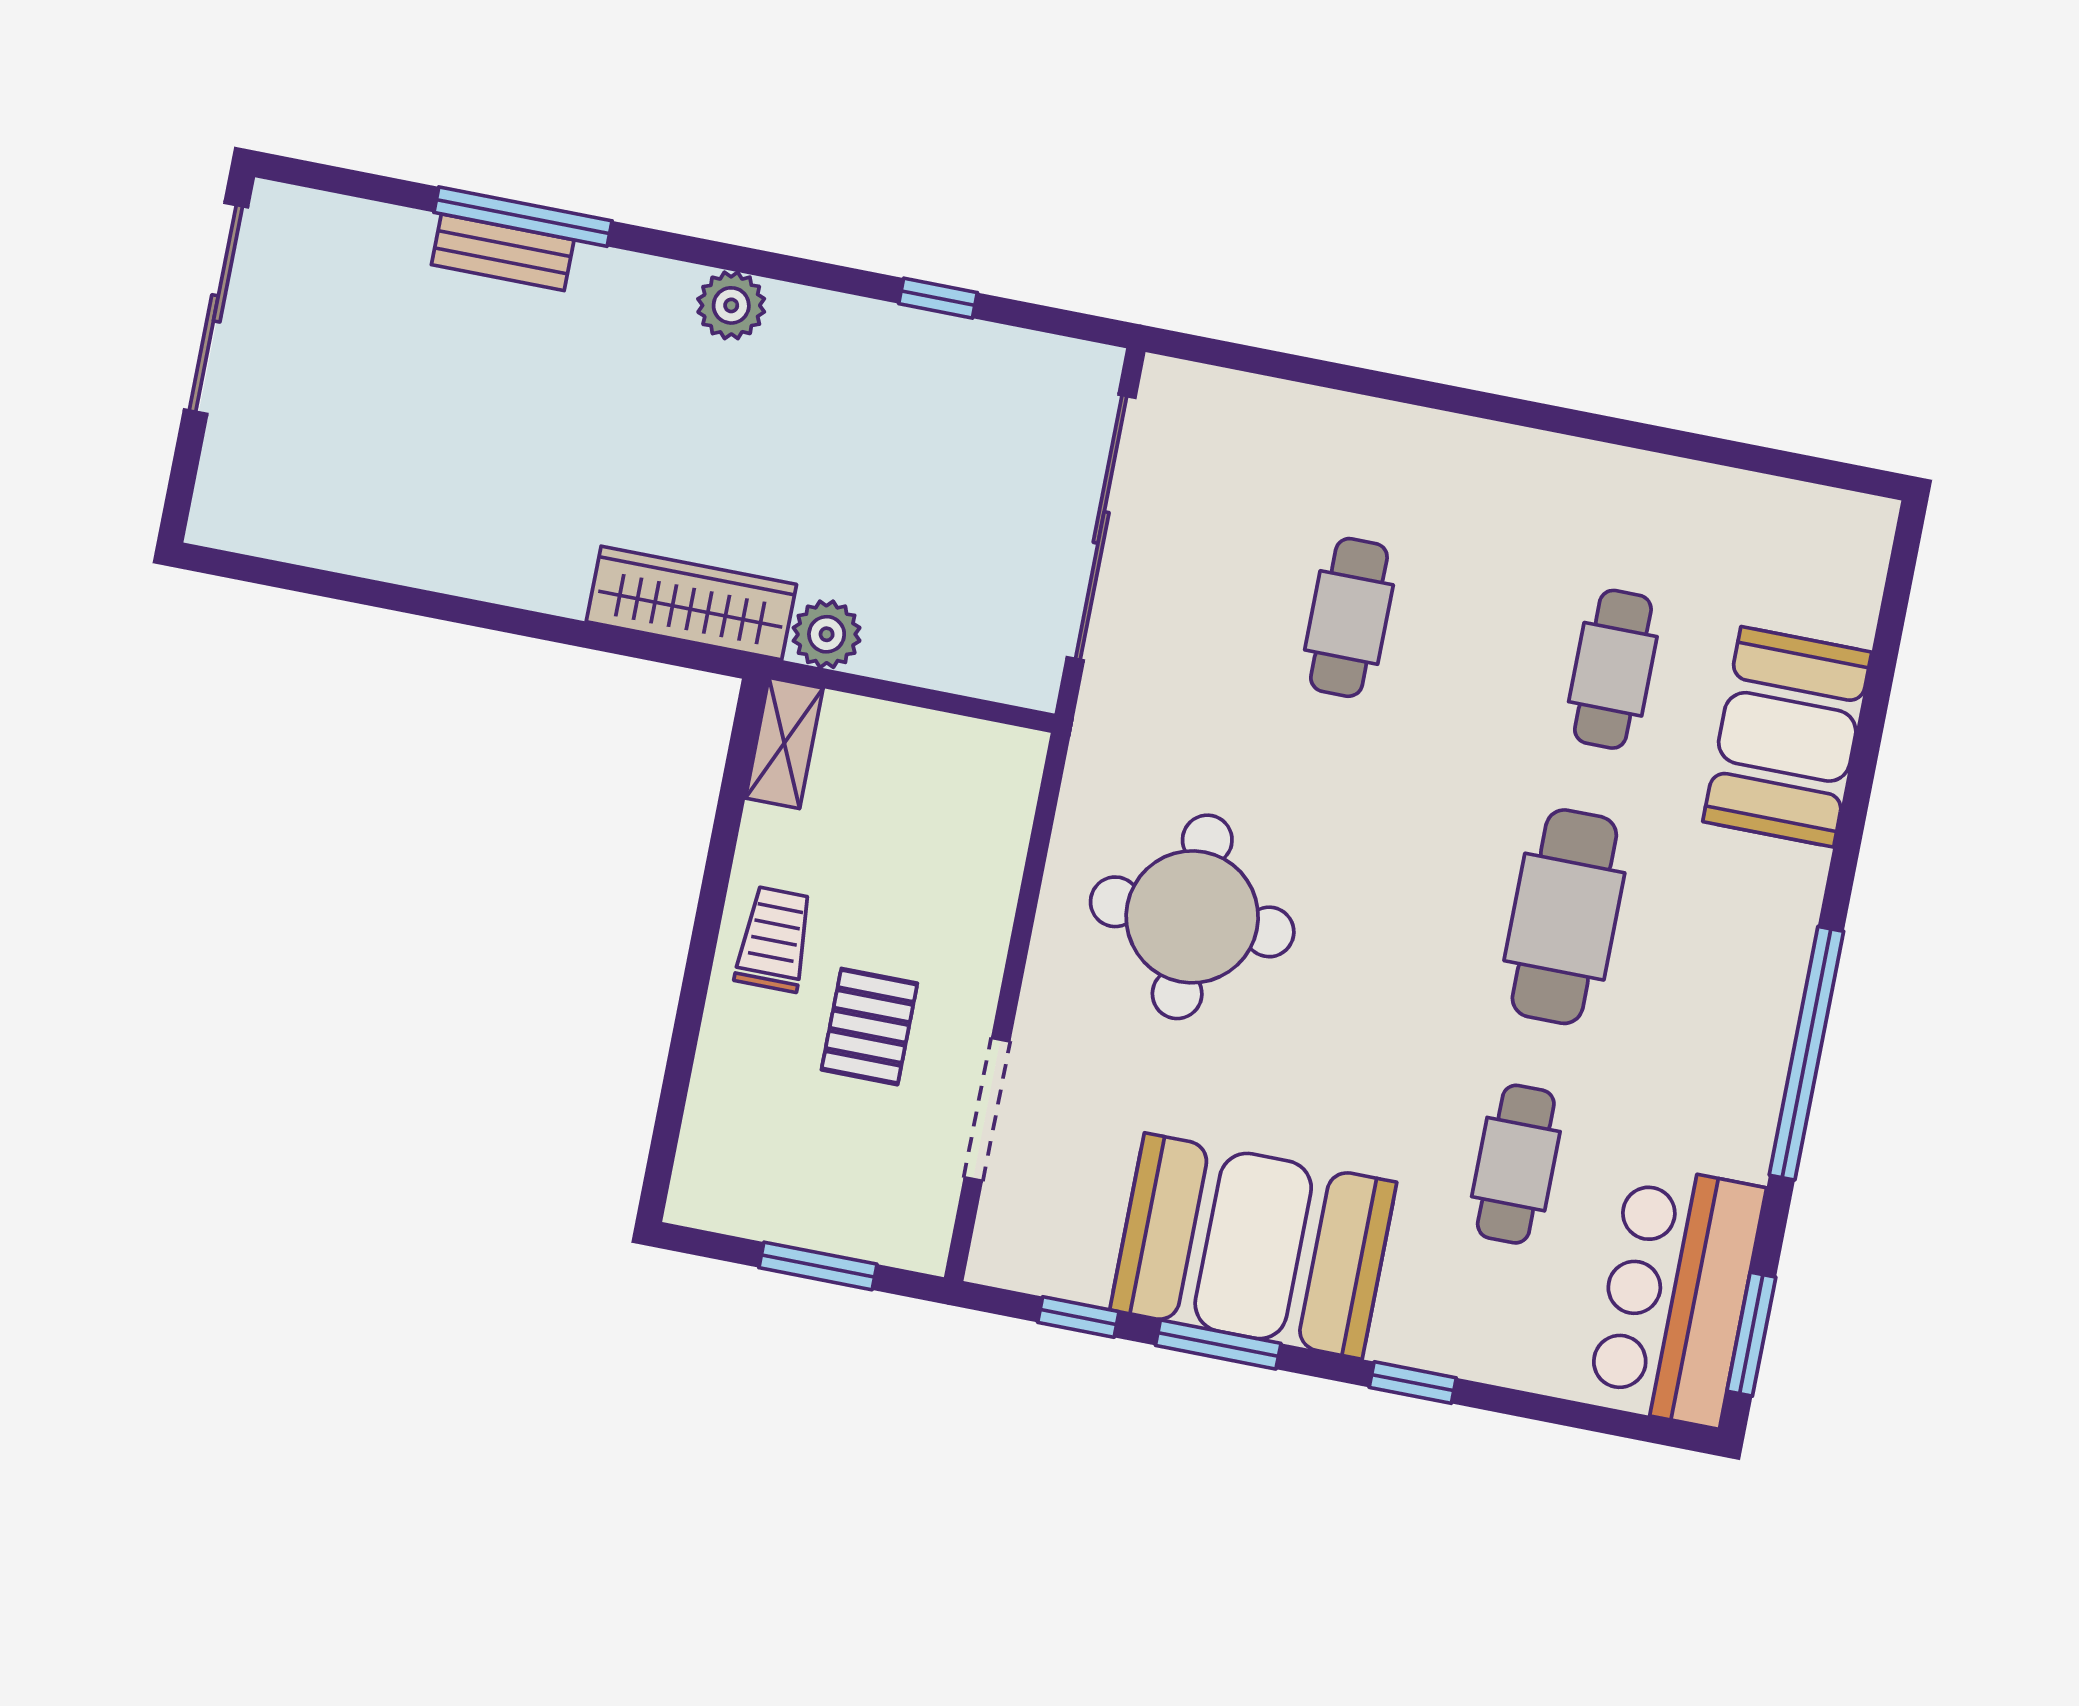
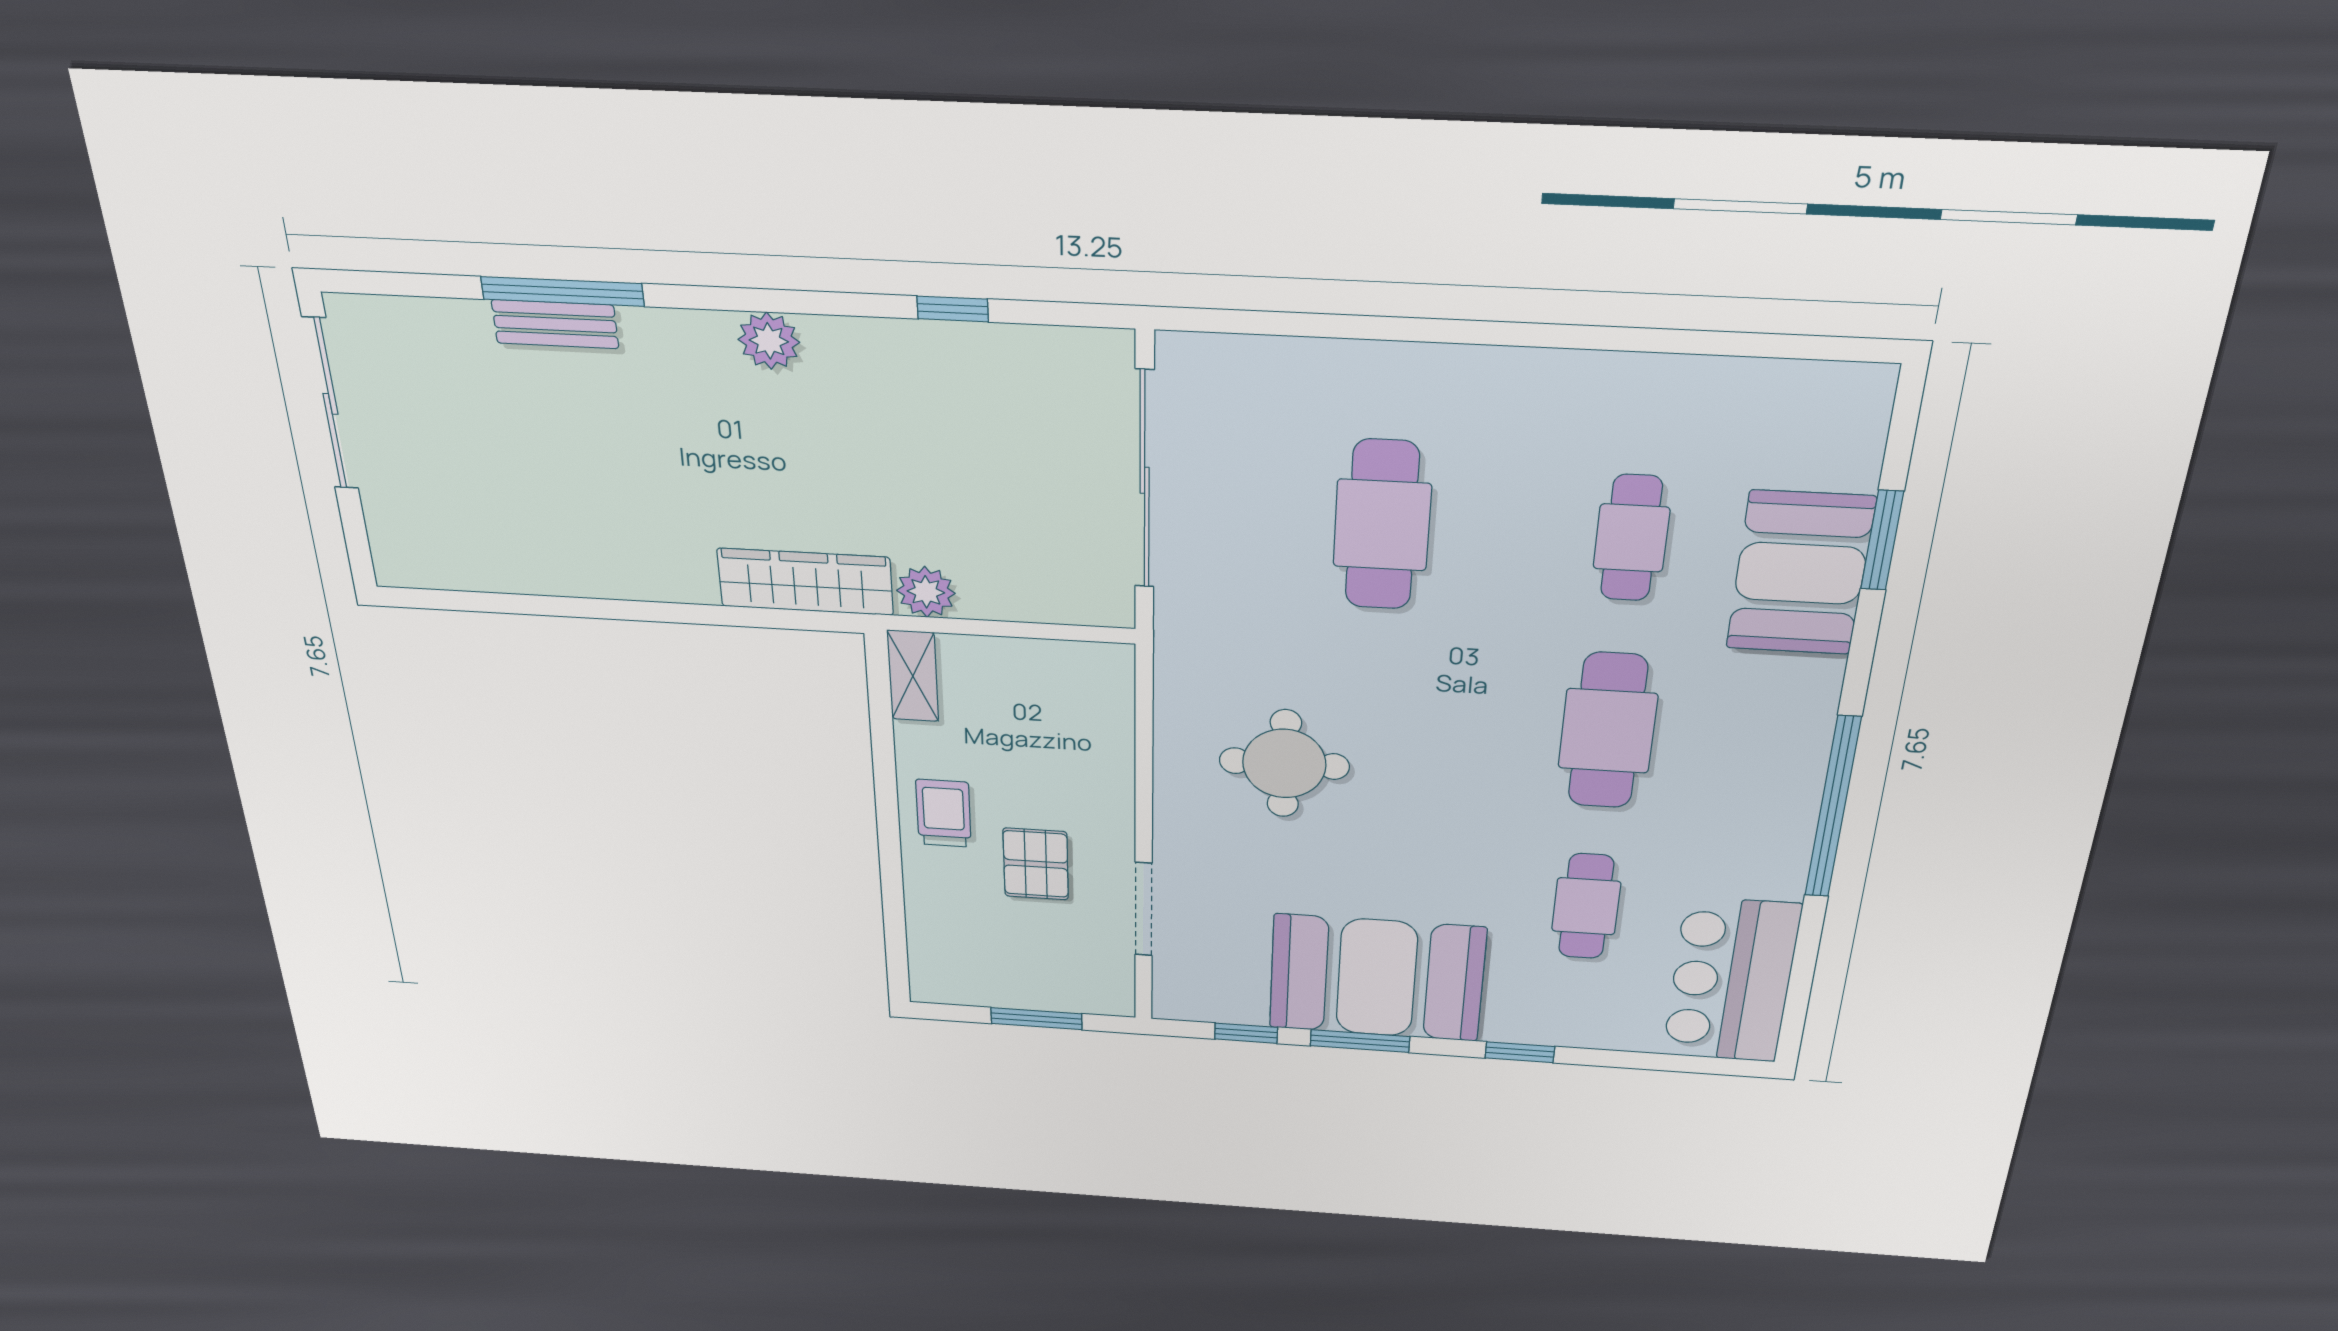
cafe table: (1349, 617) -> (1382, 525), width x1.37, depth x1.35
round table: (1192, 917) -> (1284, 764), width x0.73, depth x0.73
window: (1751, 1334) -> (1882, 540), moved

